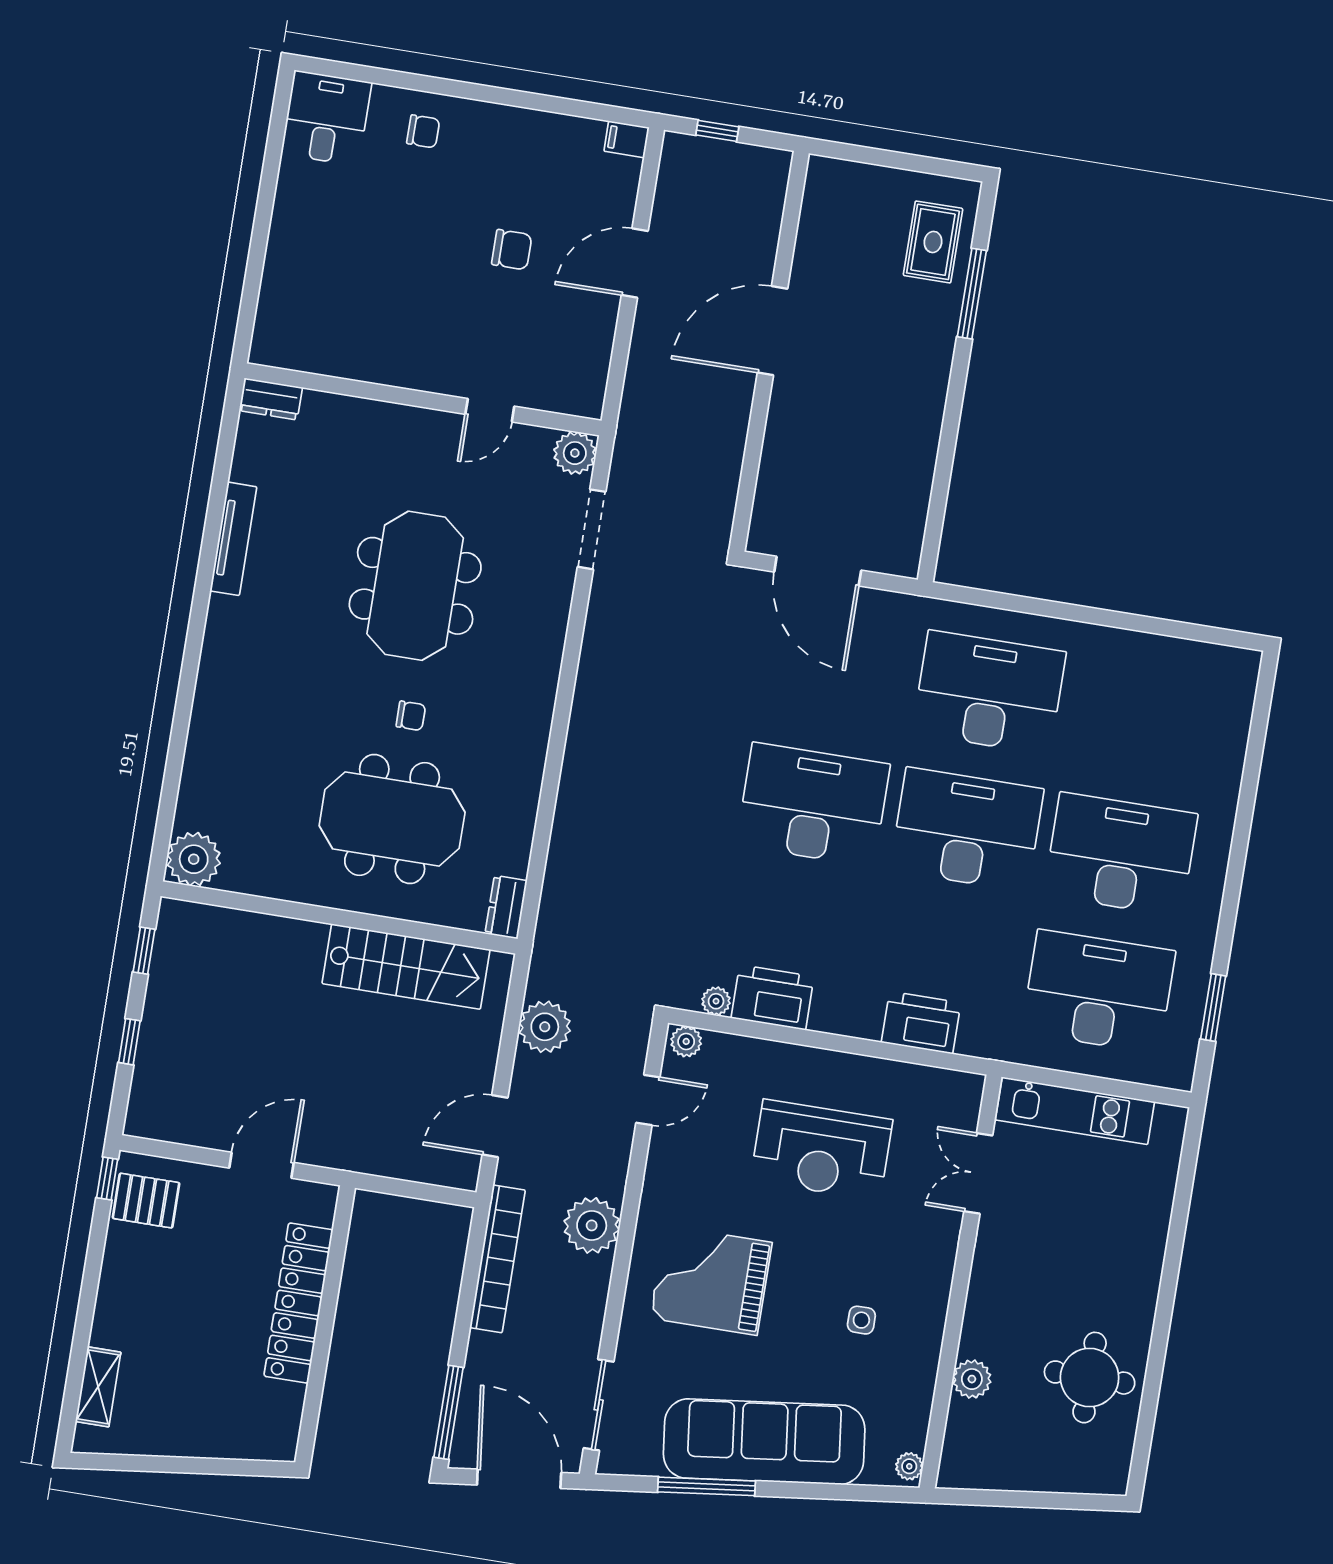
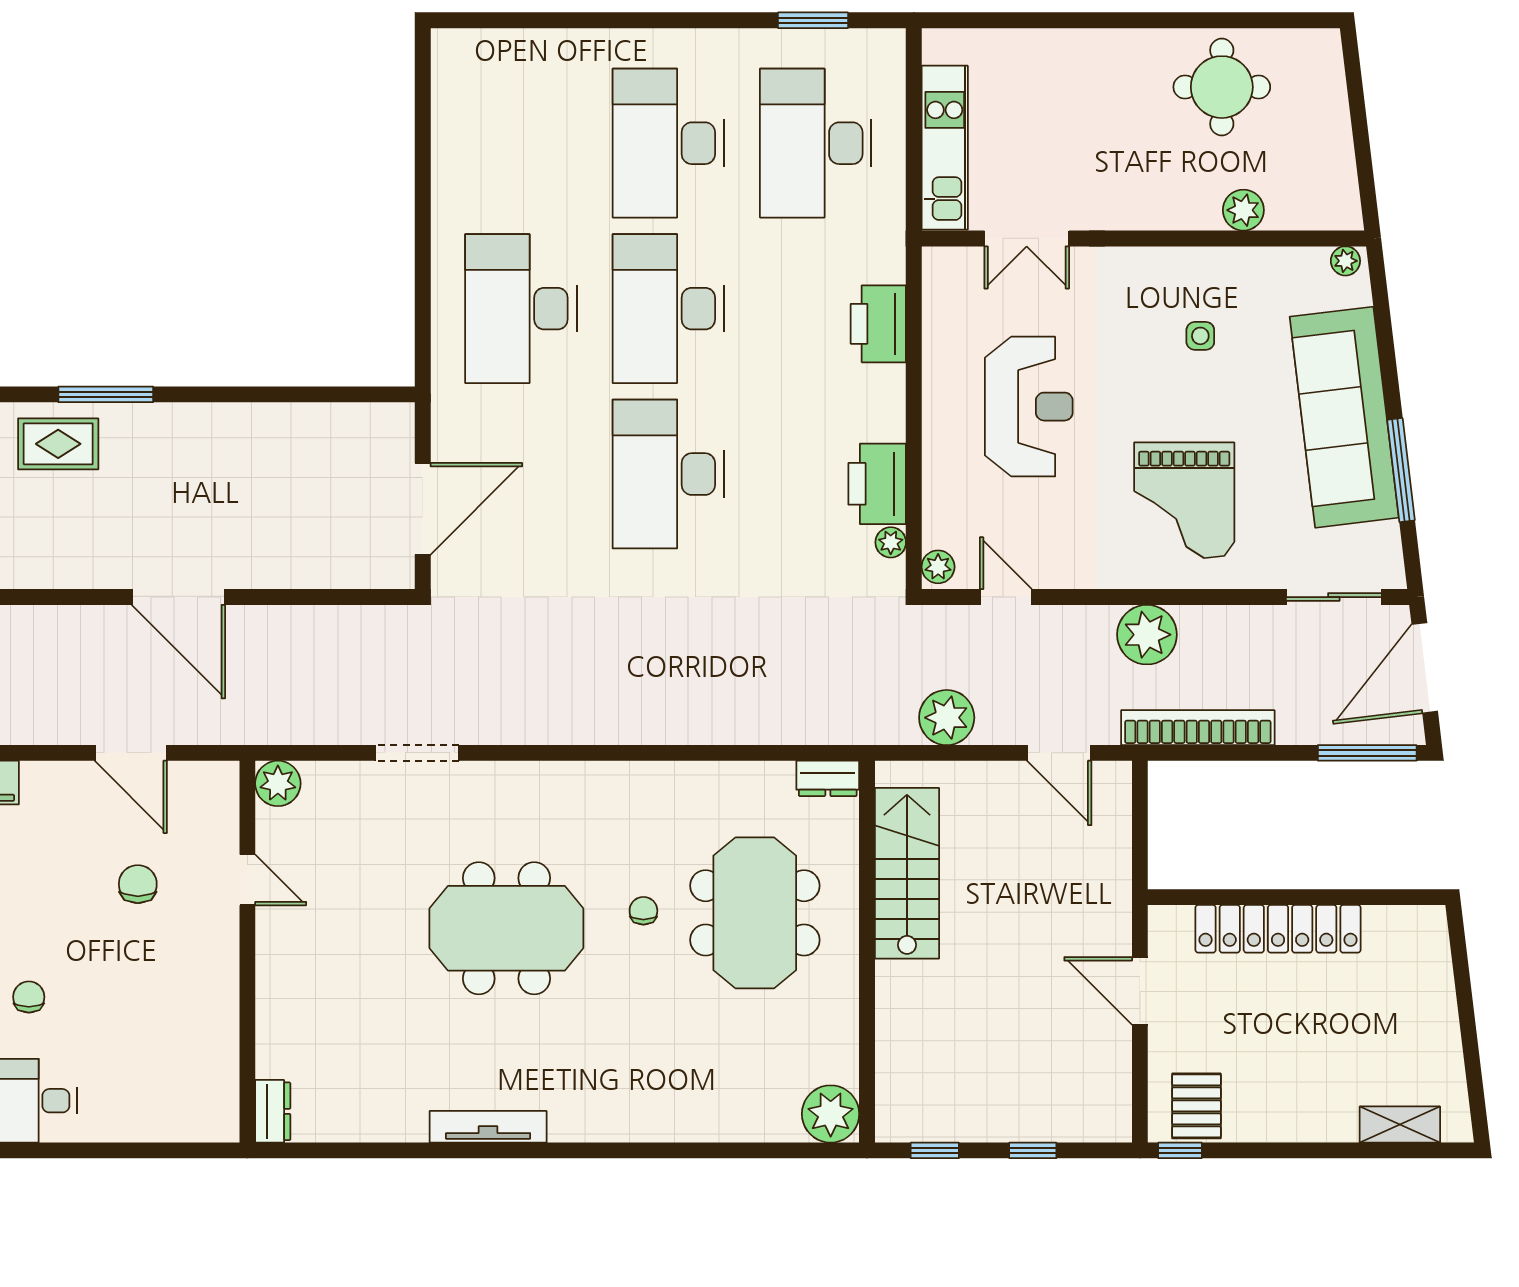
dresser: (271, 399) -> (273, 1111), moved
wall: (423, 399) -> (247, 952), moved
door: (490, 410) -> (247, 880), moved
plant: (575, 453) -> (278, 783), moved

